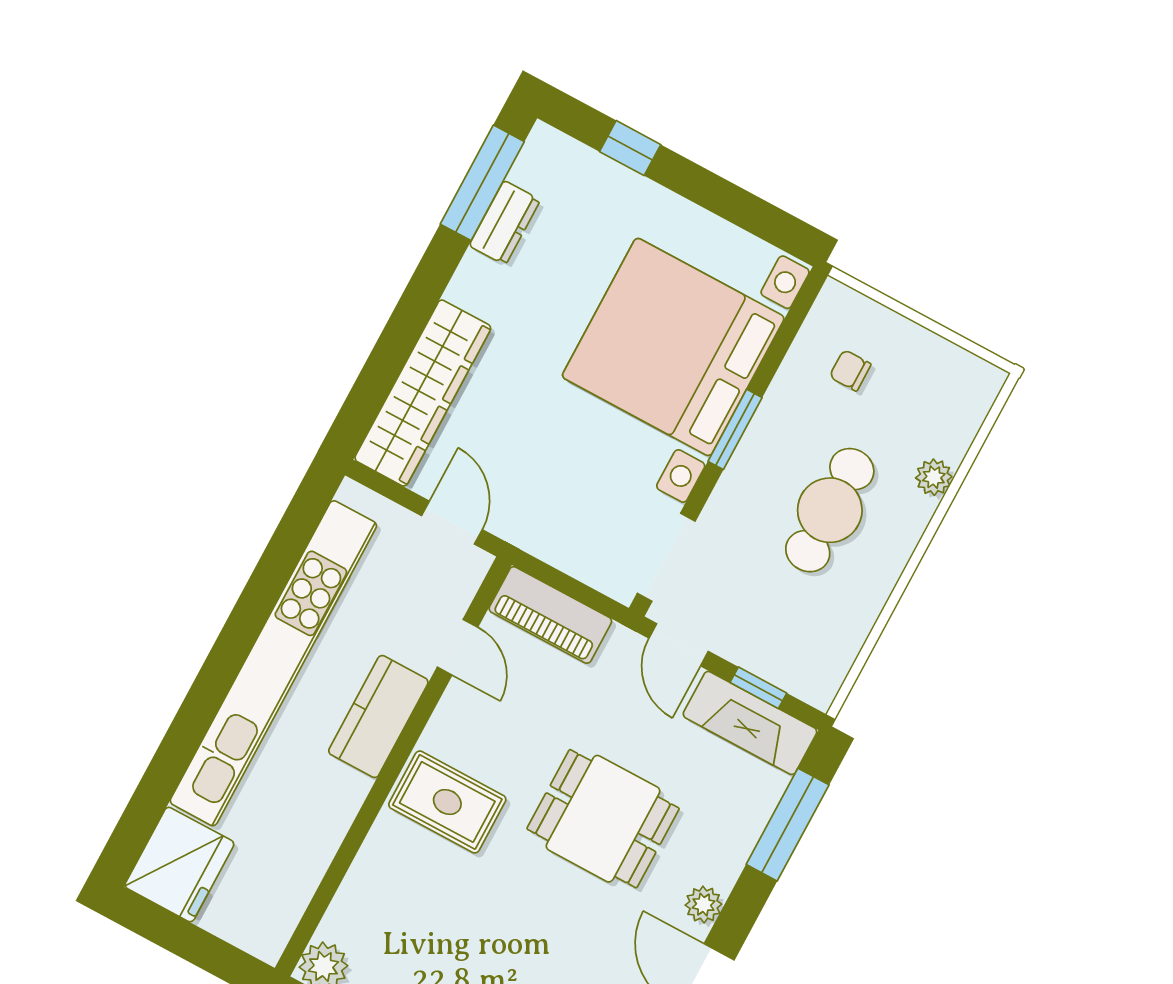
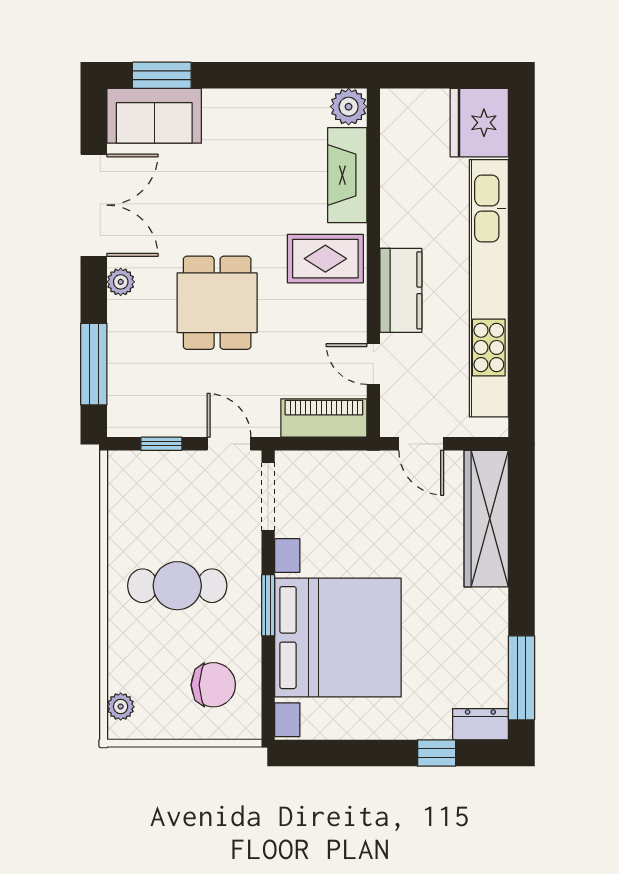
dresser: (505, 223) -> (480, 724), moved, turned 90
chair: (850, 370) -> (213, 685), width x1.87, depth x1.87
plant: (934, 477) -> (121, 707), moved
cafe table: (830, 510) -> (177, 586), turned 90
fireplace: (750, 723) -> (347, 175), moved, turned -90
dining table: (603, 819) -> (217, 303), turned 90

